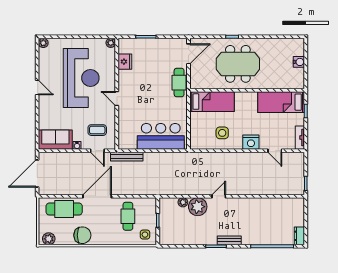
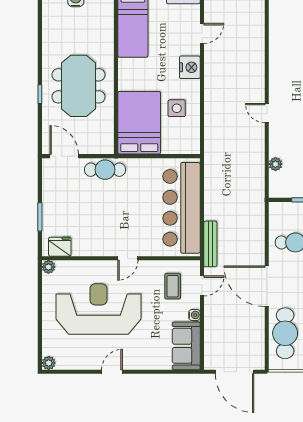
fridge: (125, 62) -> (60, 247), moved
bed: (212, 102) -> (139, 123), width x1.50
bar counter: (161, 136) -> (181, 208), width x1.36
plant: (198, 207) -> (282, 143), removed

